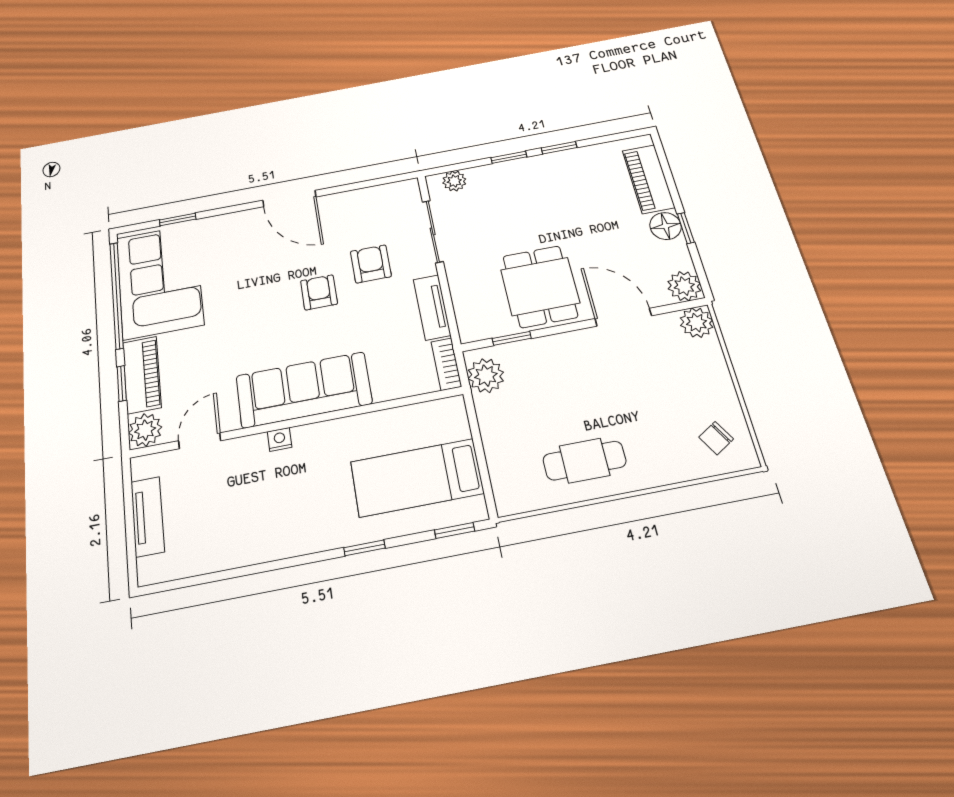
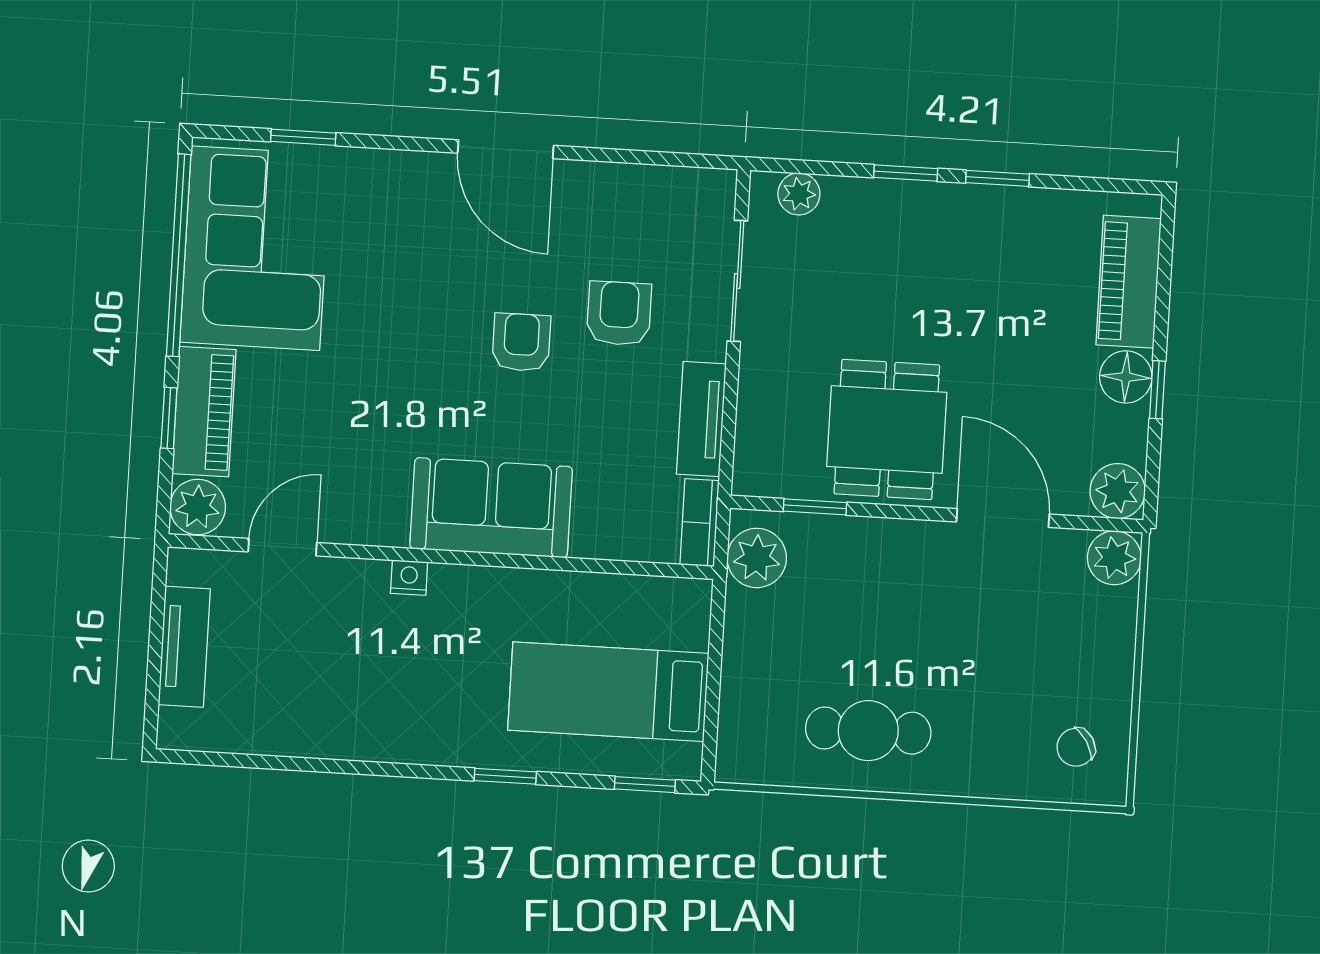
sofa: (304, 390) -> (491, 508), width x0.73

